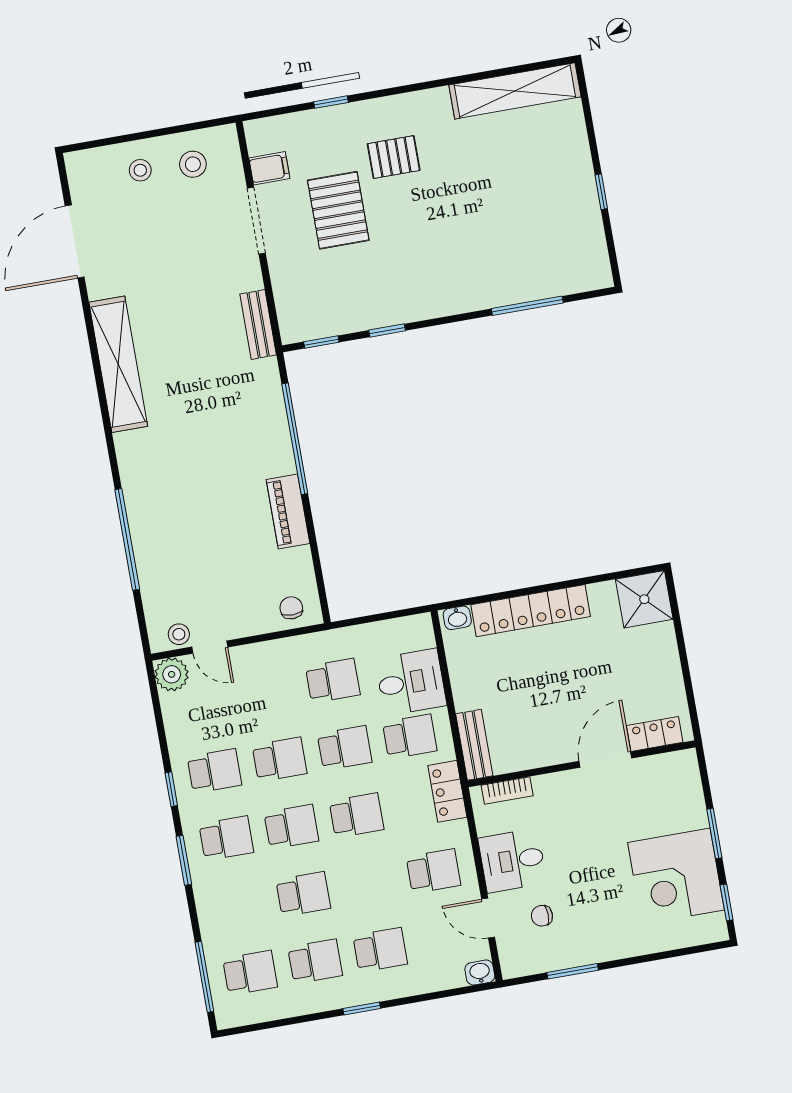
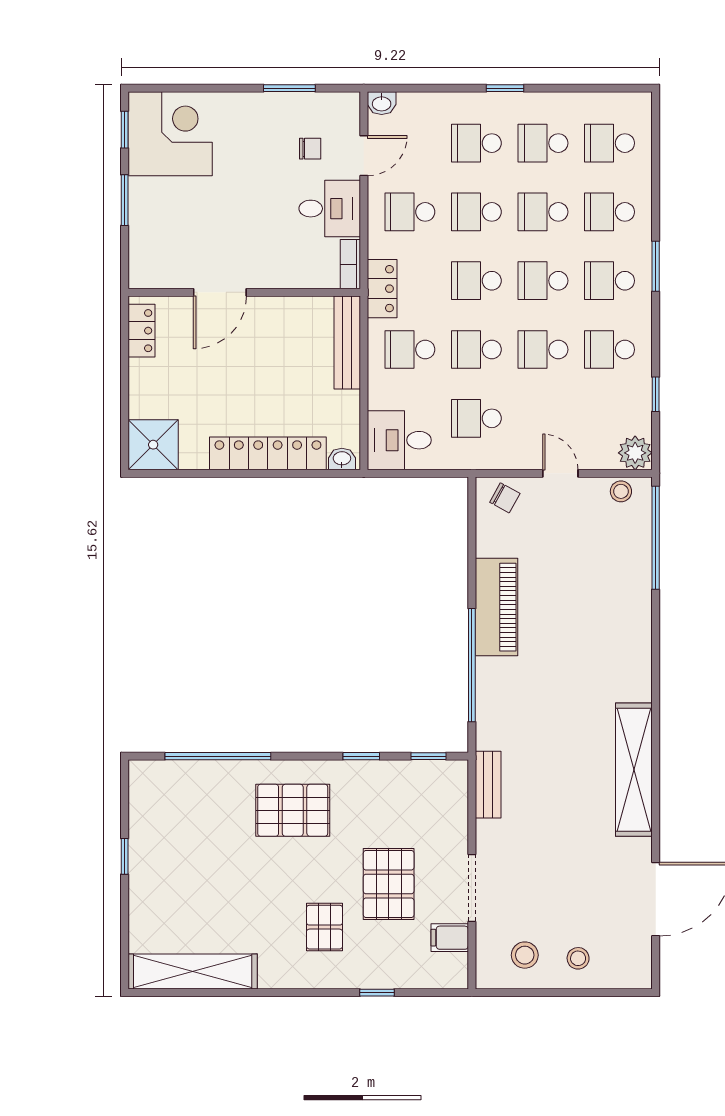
pallet: (394, 157) -> (324, 927), turned 90
pallet: (445, 266) -> (293, 810), added
window: (527, 306) -> (218, 756), width x1.46
piano: (288, 512) -> (496, 607), width x1.37, depth x1.33
window: (127, 539) -> (656, 538), moved
chair: (291, 608) -> (505, 498), turned -61
door: (210, 647) -> (560, 473), moved
desk: (411, 682) -> (399, 440), moved
locker: (655, 734) -> (141, 331), moved, turned -90
bench: (474, 745) -> (347, 342), width x1.36
window: (171, 789) -> (656, 394), moved
bookcase: (507, 790) -> (350, 264), moved, turned -90
corner desk: (676, 876) -> (170, 134), moved
school desk: (368, 883) -> (476, 212), added
school desk: (238, 906) -> (610, 212), added
door: (488, 918) -> (364, 156), hinge flipped
window: (204, 977) -> (656, 147), removed

